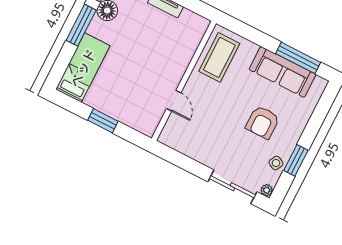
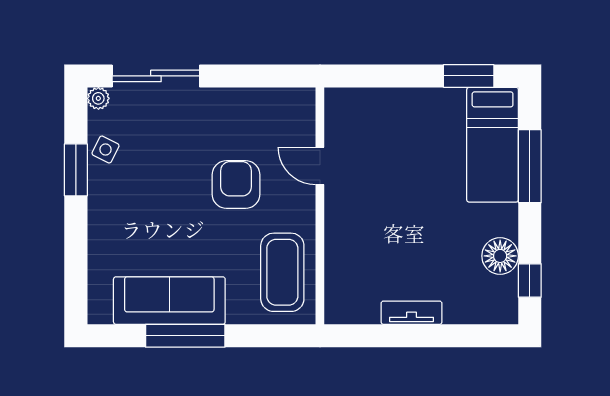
window: (81, 25) -> (530, 166), moved
window: (298, 58) -> (185, 336), moved
window: (103, 121) -> (469, 76), moved
armchair: (263, 122) -> (236, 185), moved

